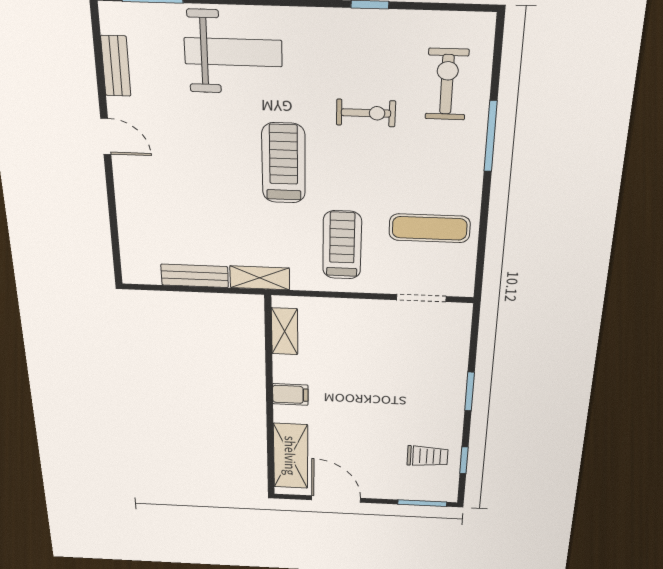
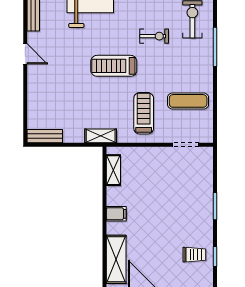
treadmill: (284, 163) -> (114, 66), turned -90
bench: (195, 276) -> (45, 136), moved

